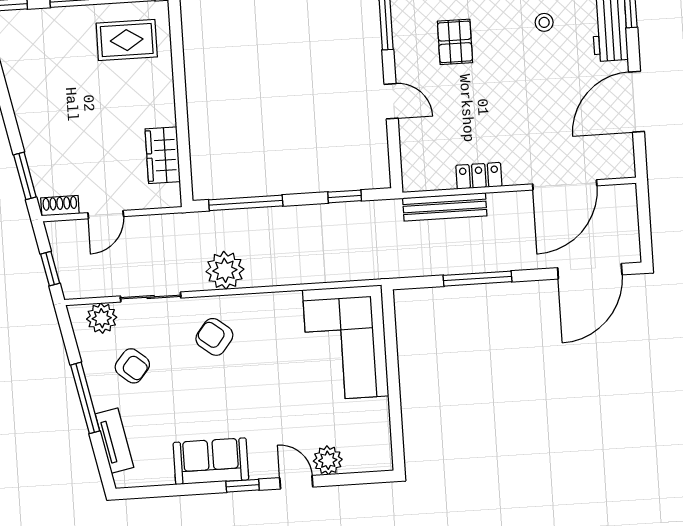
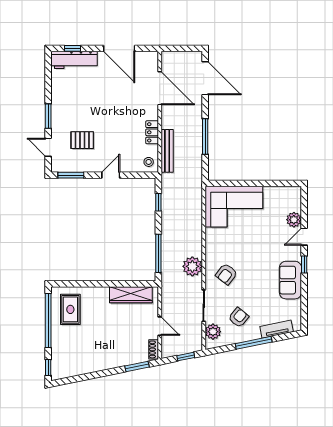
stool: (544, 22) -> (149, 162), moved
wardrobe: (163, 155) -> (131, 295), width x1.50

